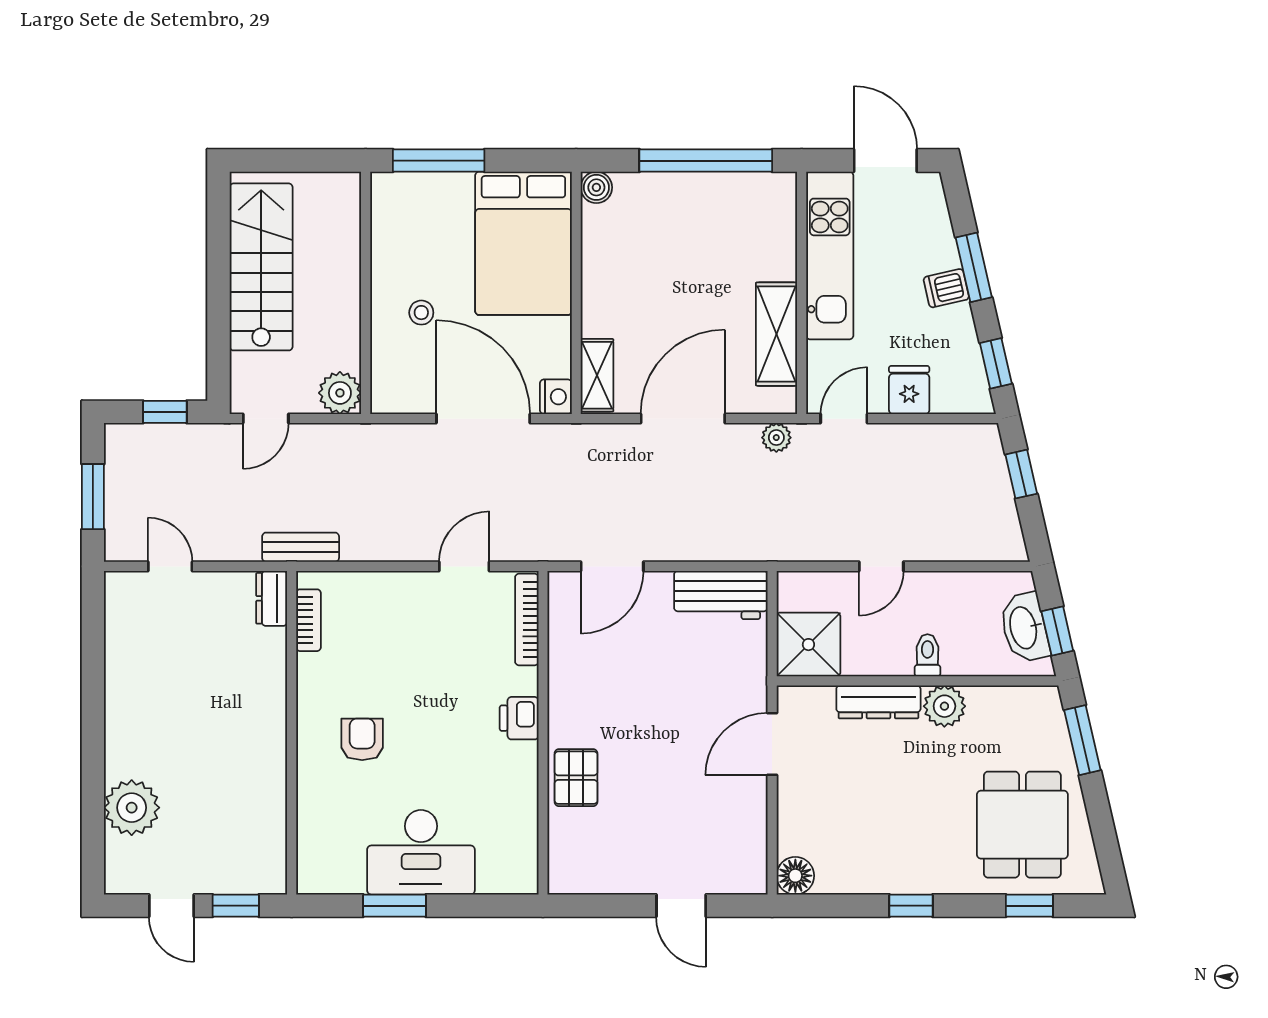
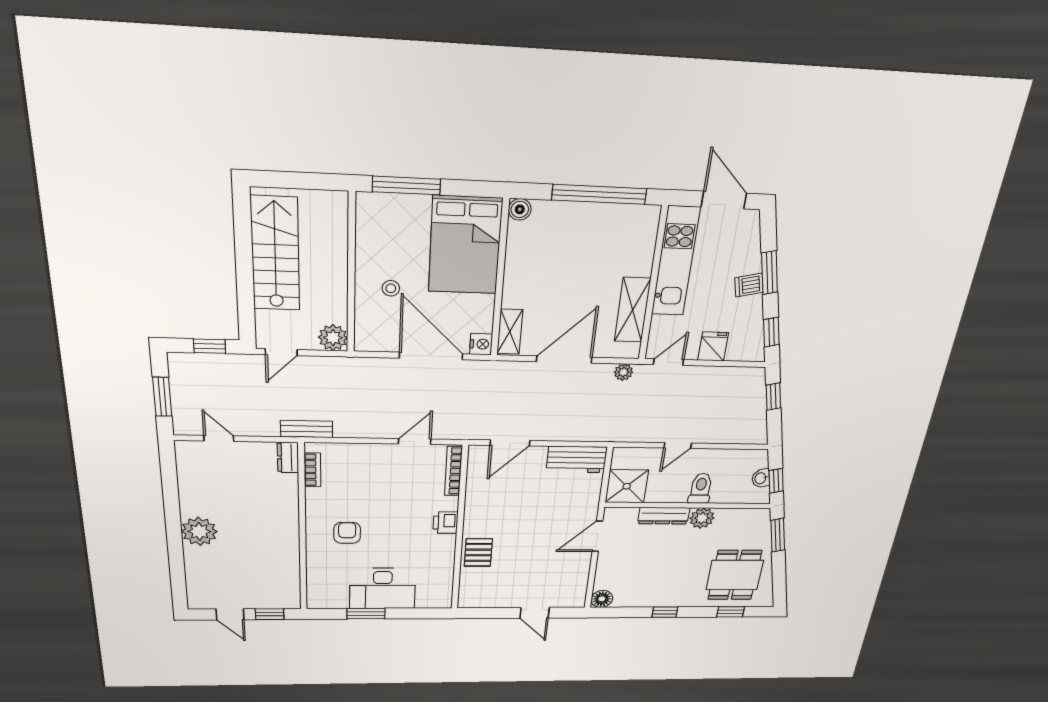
washbasin: (1024, 628) -> (761, 478), width x0.52, depth x0.69
toilet: (927, 655) -> (701, 488), width x1.37, depth x1.39
plant: (132, 808) -> (199, 531), moved

